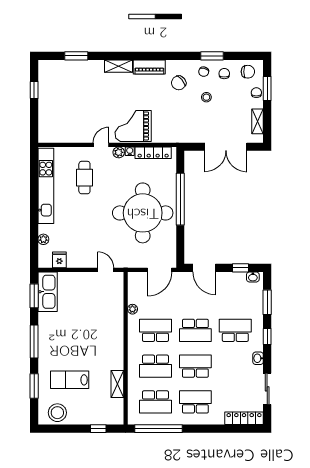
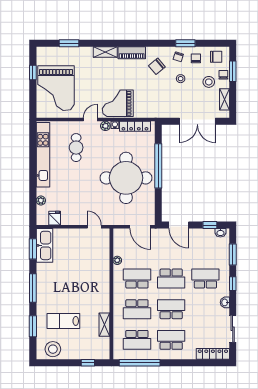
stool: (239, 101) -> (209, 82), added
grand piano: (61, 108) -> (56, 88), added
door: (160, 270) -> (140, 227), hinge flipped

